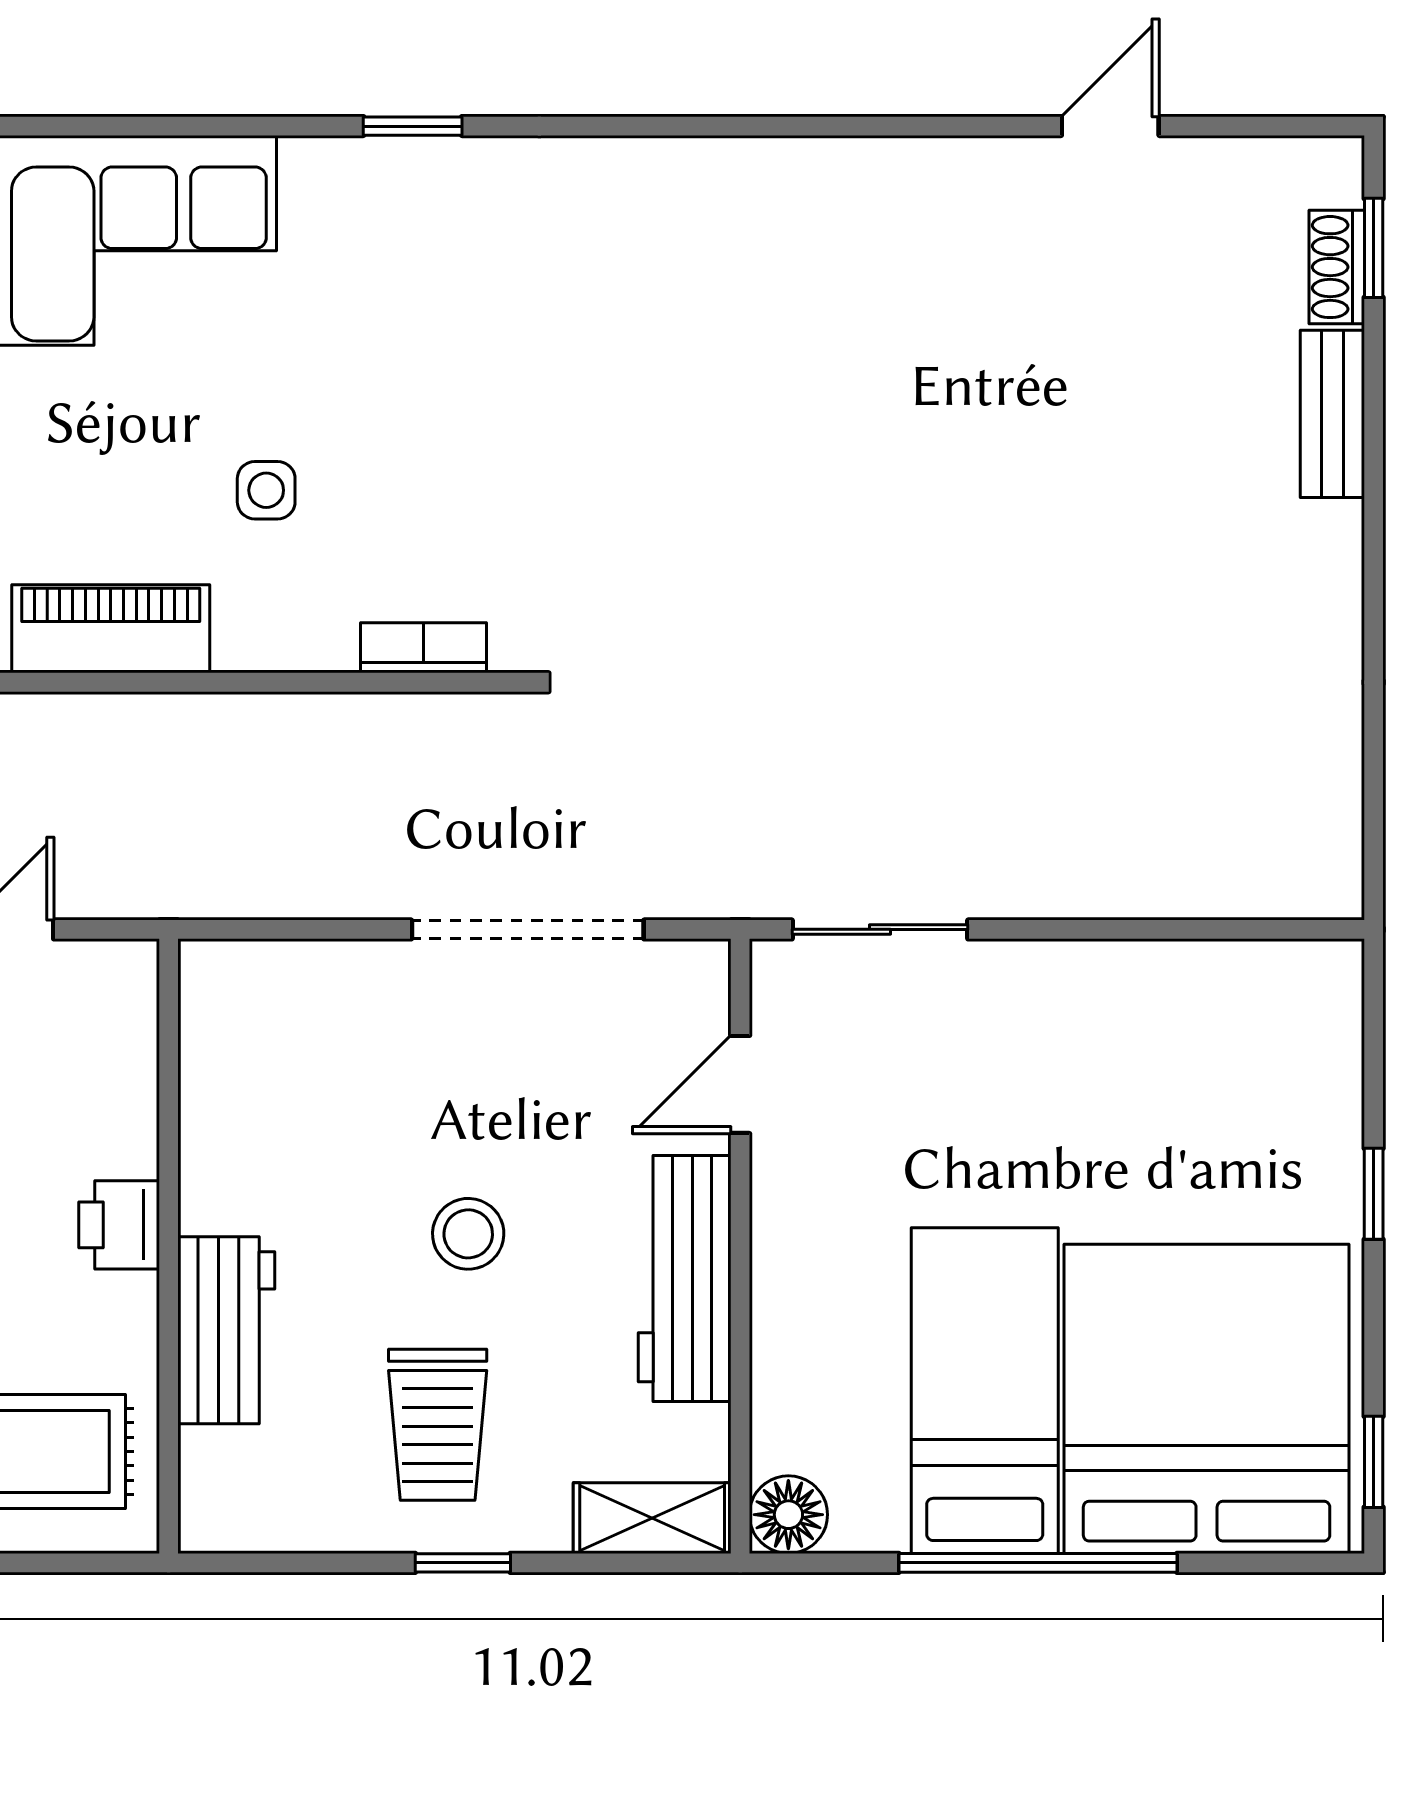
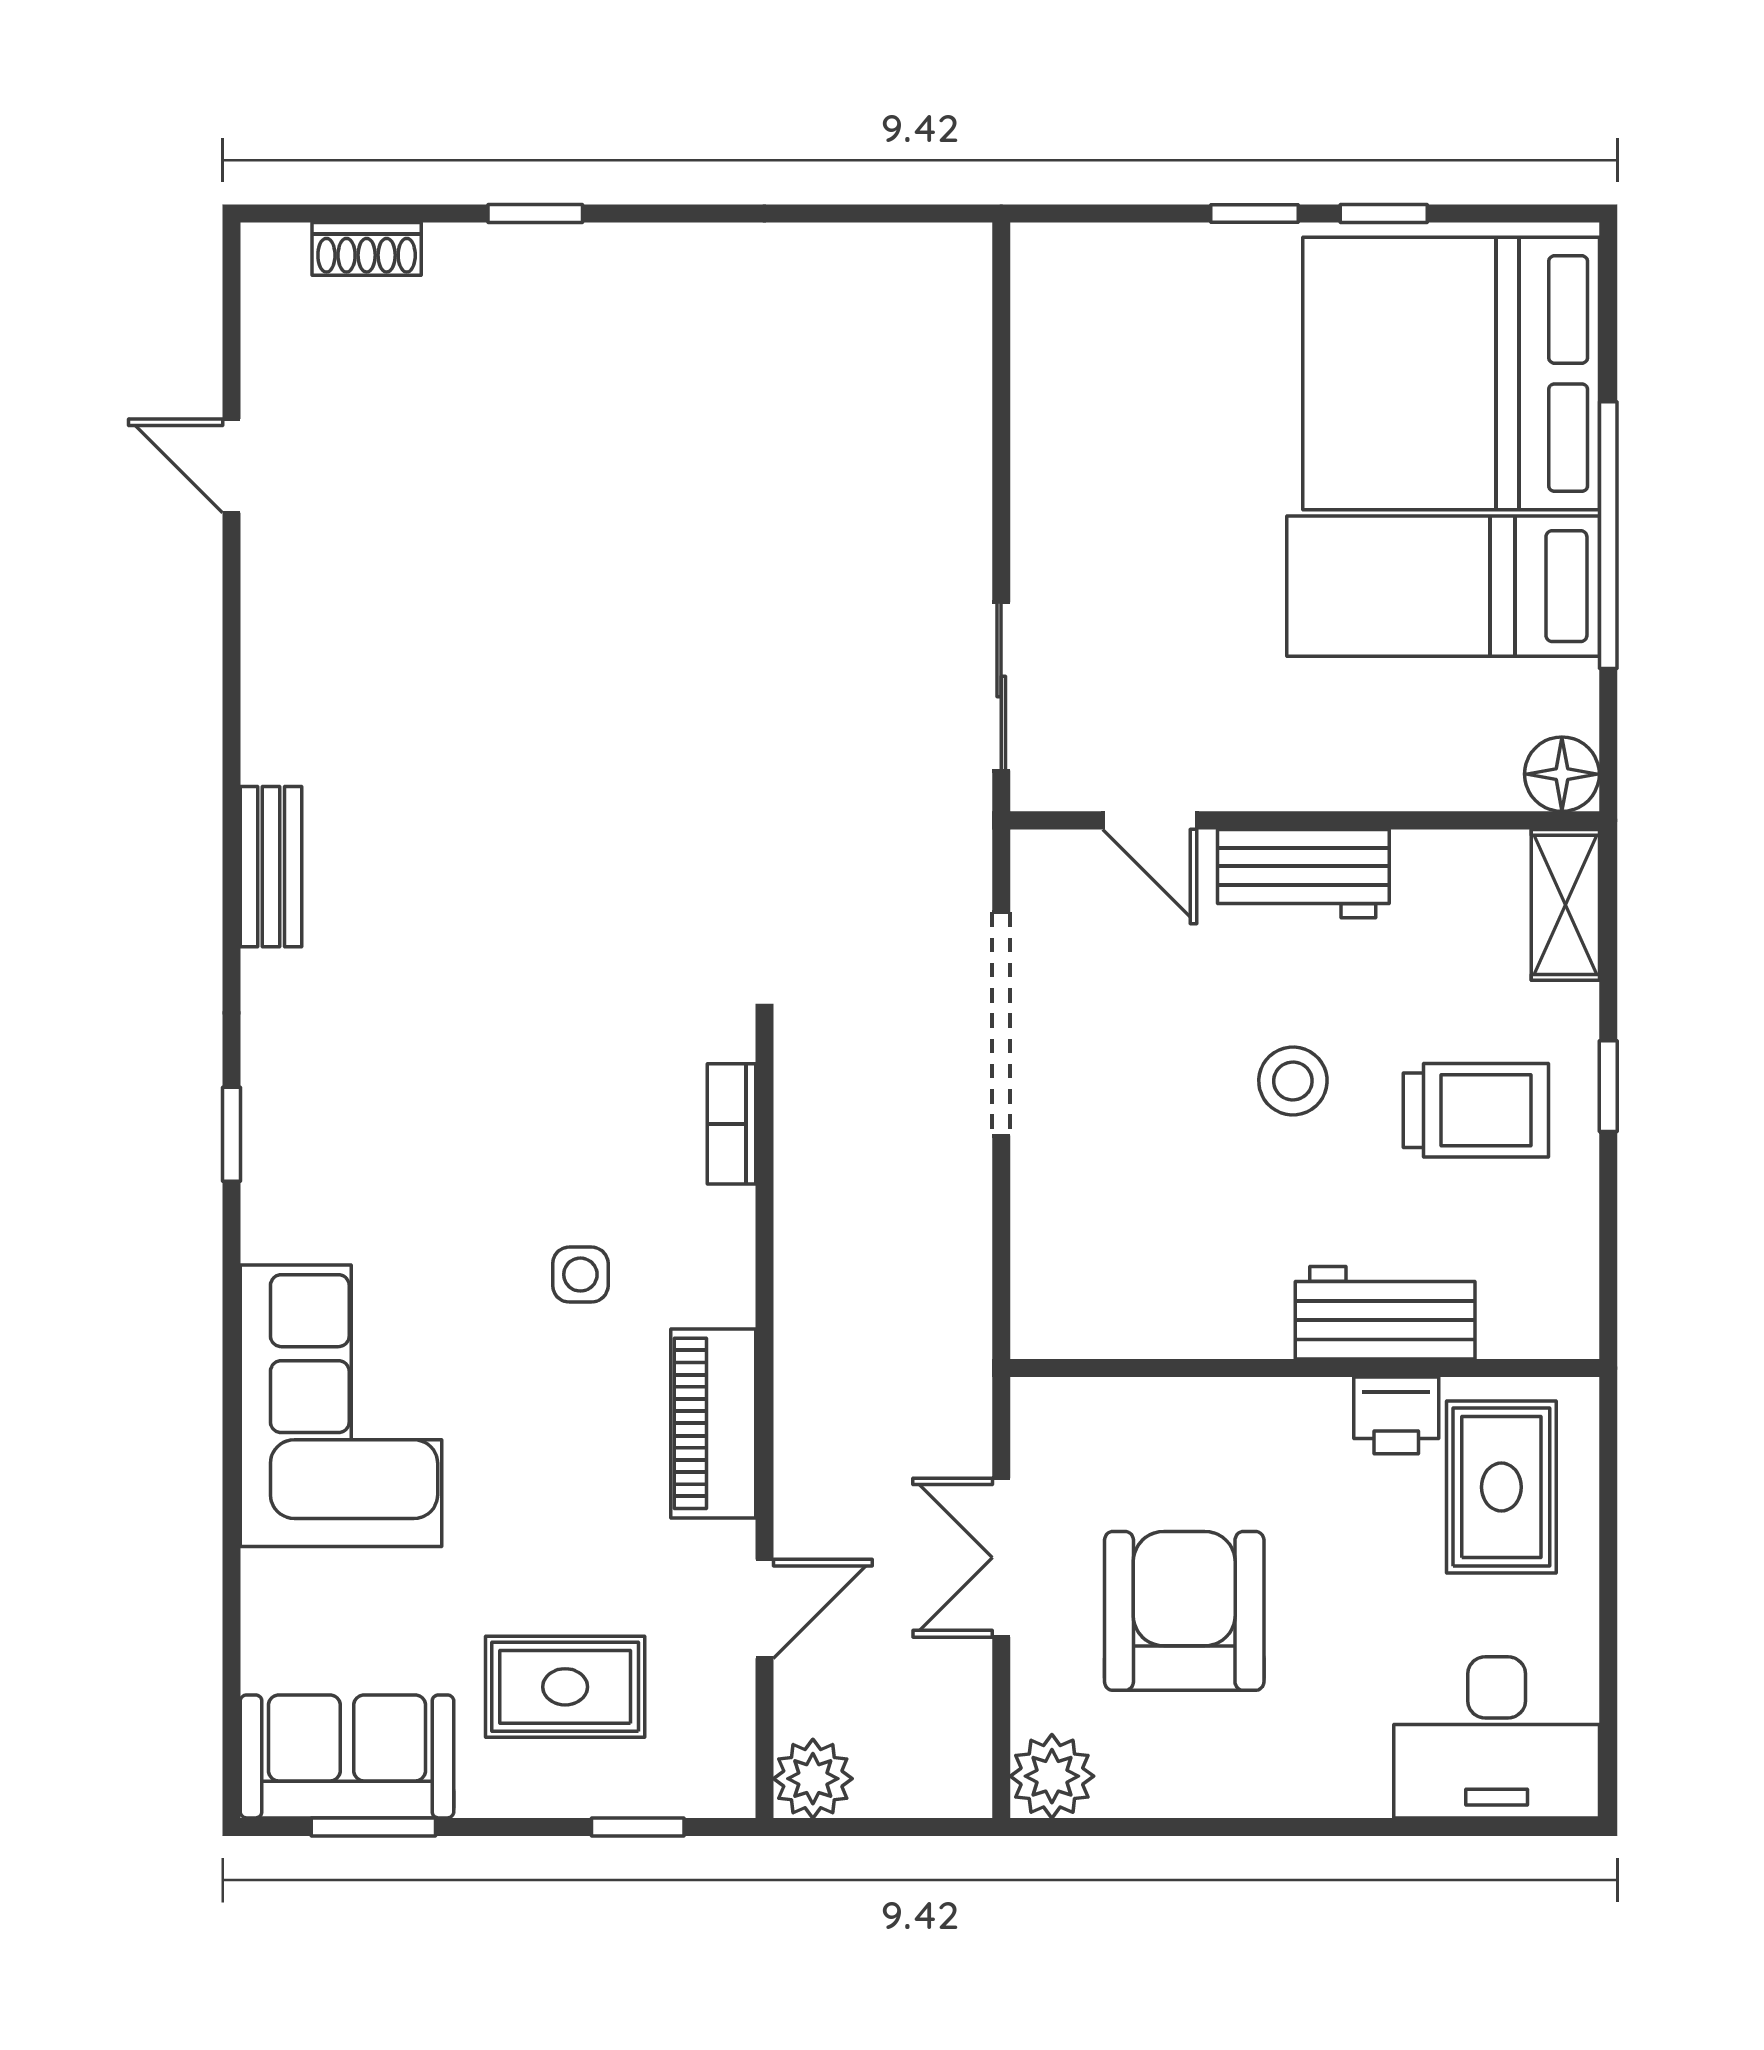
window: (1374, 248) -> (535, 213), moved
bench: (1332, 414) -> (271, 867), moved, turned 90
printer: (119, 1225) -> (1396, 1415), moved
workbench: (685, 1278) -> (1303, 874), width x0.73
window: (1374, 1462) -> (1384, 213), moved

